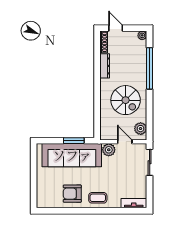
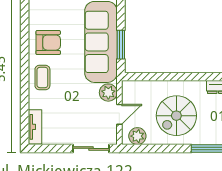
armchair: (72, 194) -> (48, 43), turned 90

